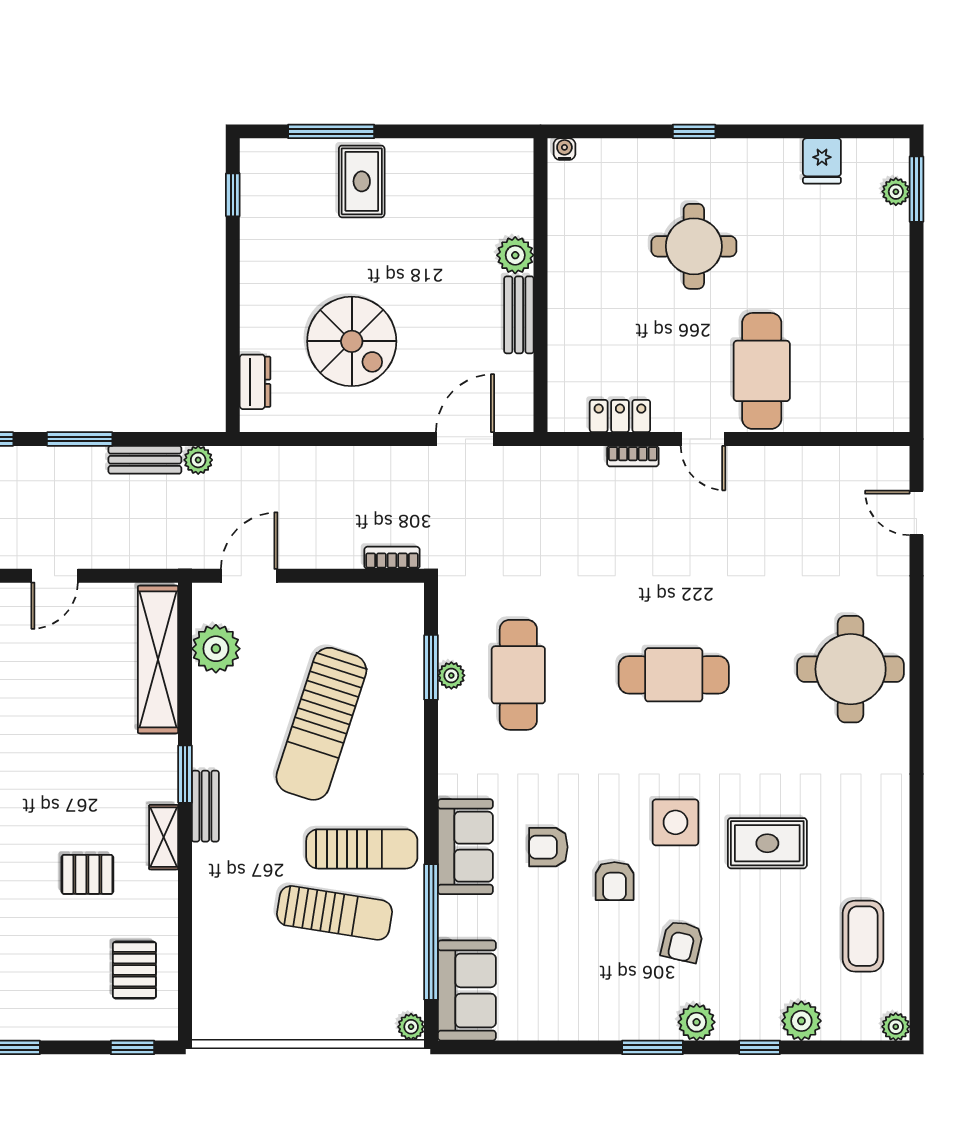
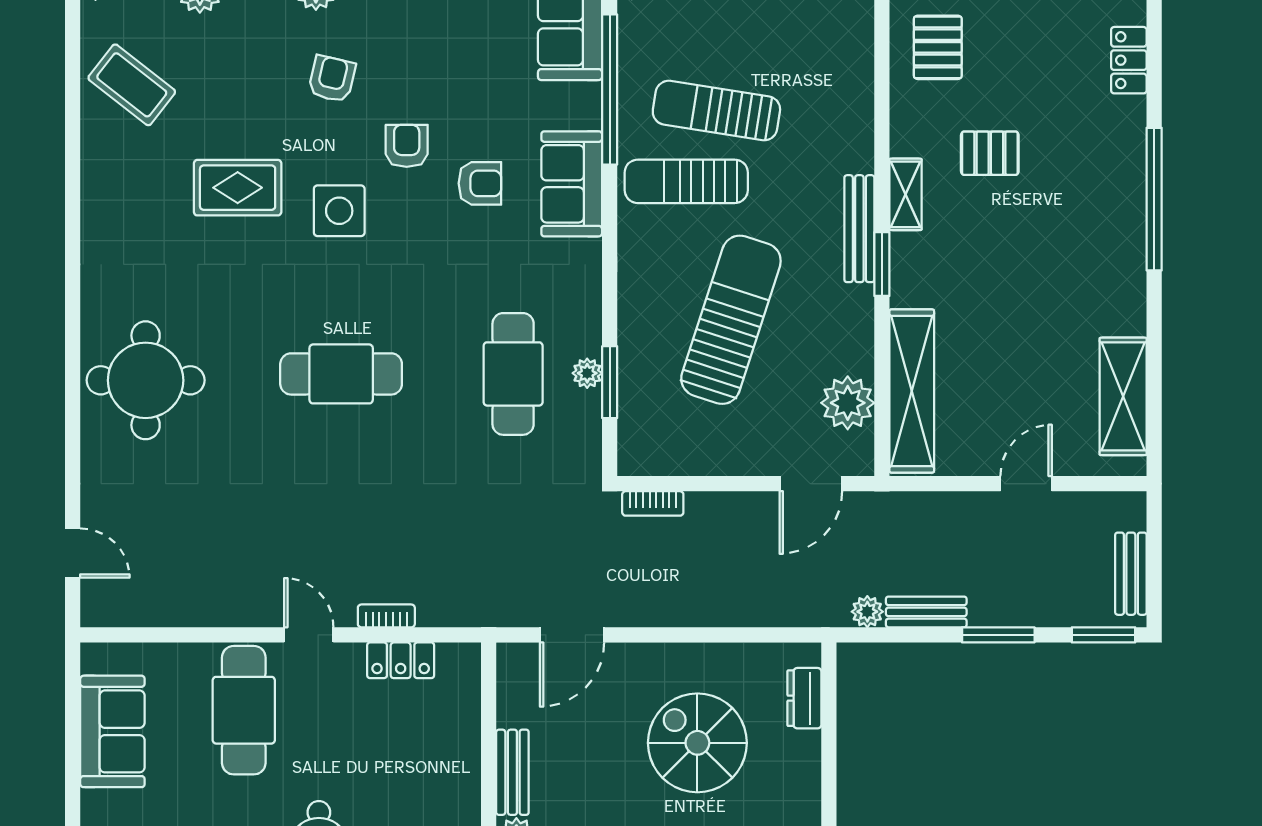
sofa: (880, 352) -> (112, 731), added
bench: (205, 806) -> (859, 229), width x1.36
coffee table: (863, 936) -> (132, 85), turned -52

